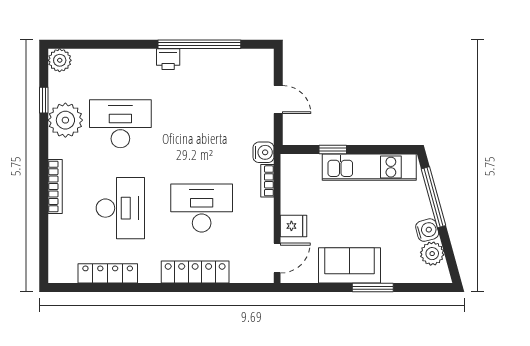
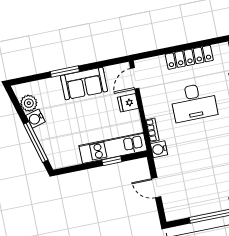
kitchen unit: (369, 167) -> (113, 148), moved

